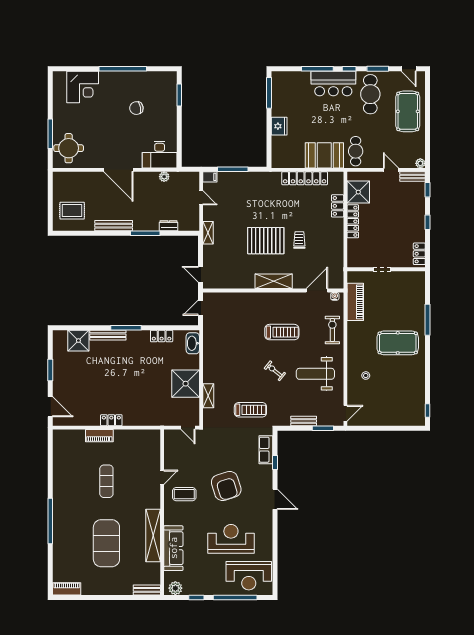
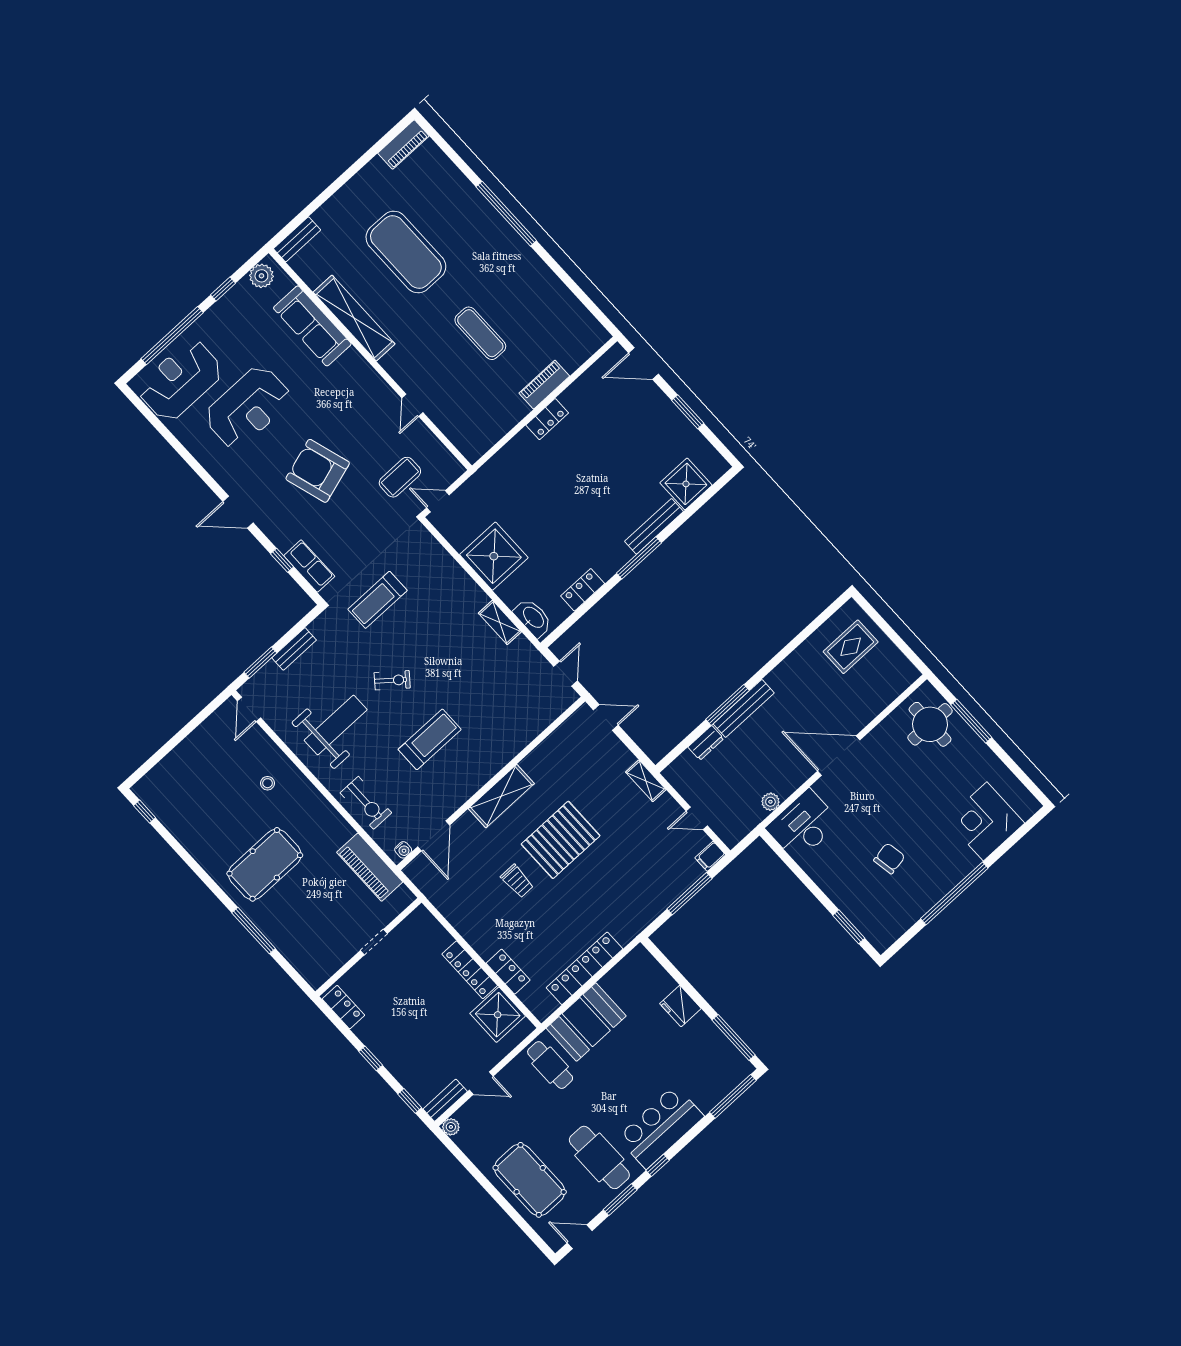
window: (317, 69) -> (733, 1096), moved
bench: (114, 226) -> (744, 708), moved
treadmill: (282, 332) -> (430, 739), turned 180
shelving: (208, 396) -> (500, 622), moved
coffee table: (184, 494) -> (400, 477), moved

